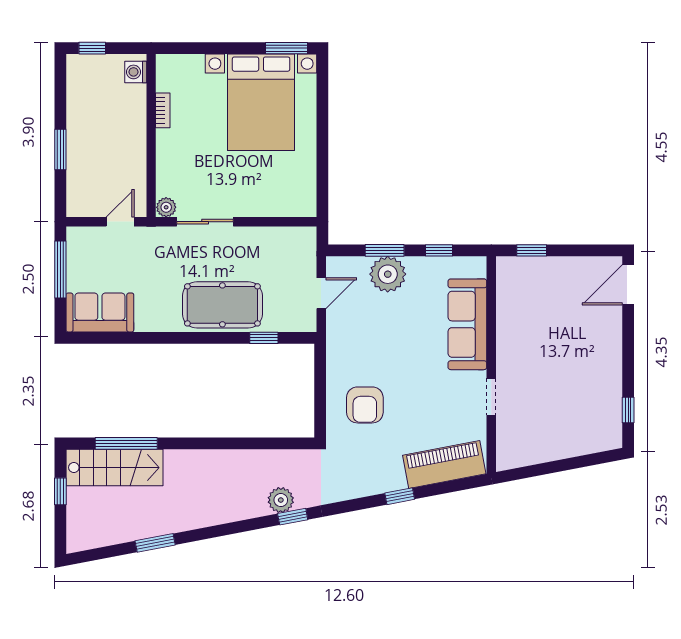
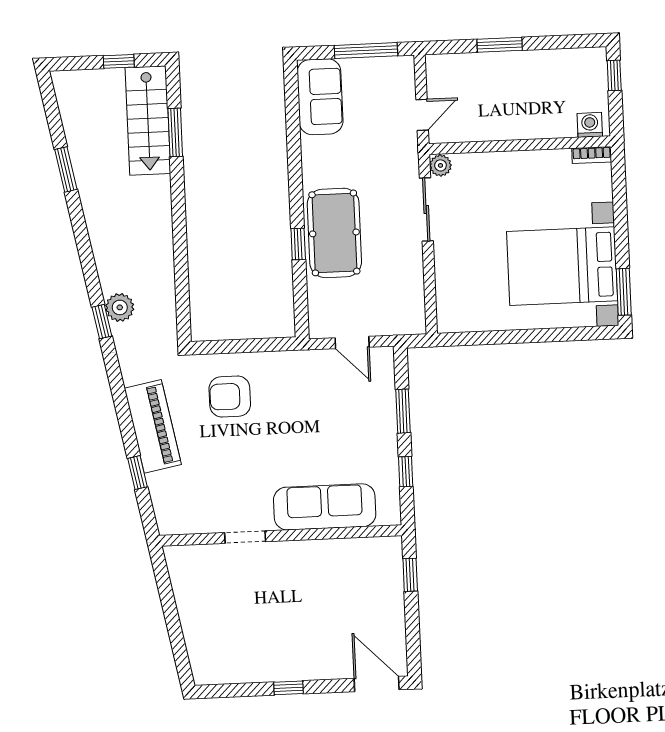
bookcase: (163, 110) -> (592, 155), moved
door: (120, 222) -> (422, 115), hinge flipped
plant: (388, 274) -> (377, 416), removed
window: (264, 338) -> (298, 244), moved
window: (628, 410) -> (288, 688), moved
window: (126, 443) -> (175, 132), width x0.69
piano: (444, 465) -> (153, 426), moved
window: (400, 496) -> (138, 473), moved

